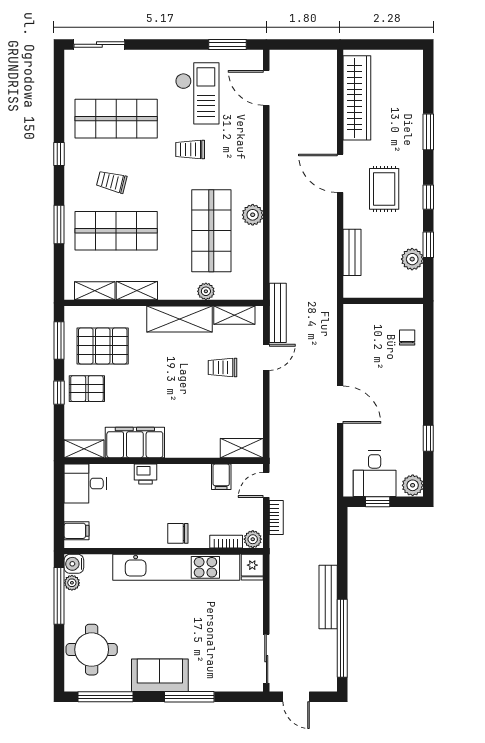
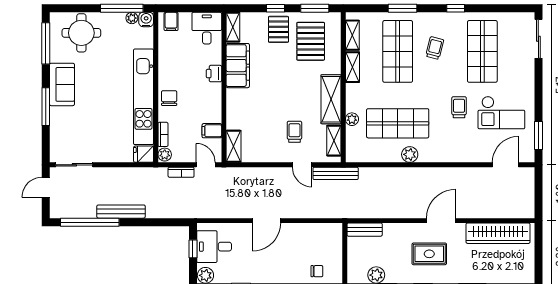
bench: (352, 252) -> (365, 230), moved

